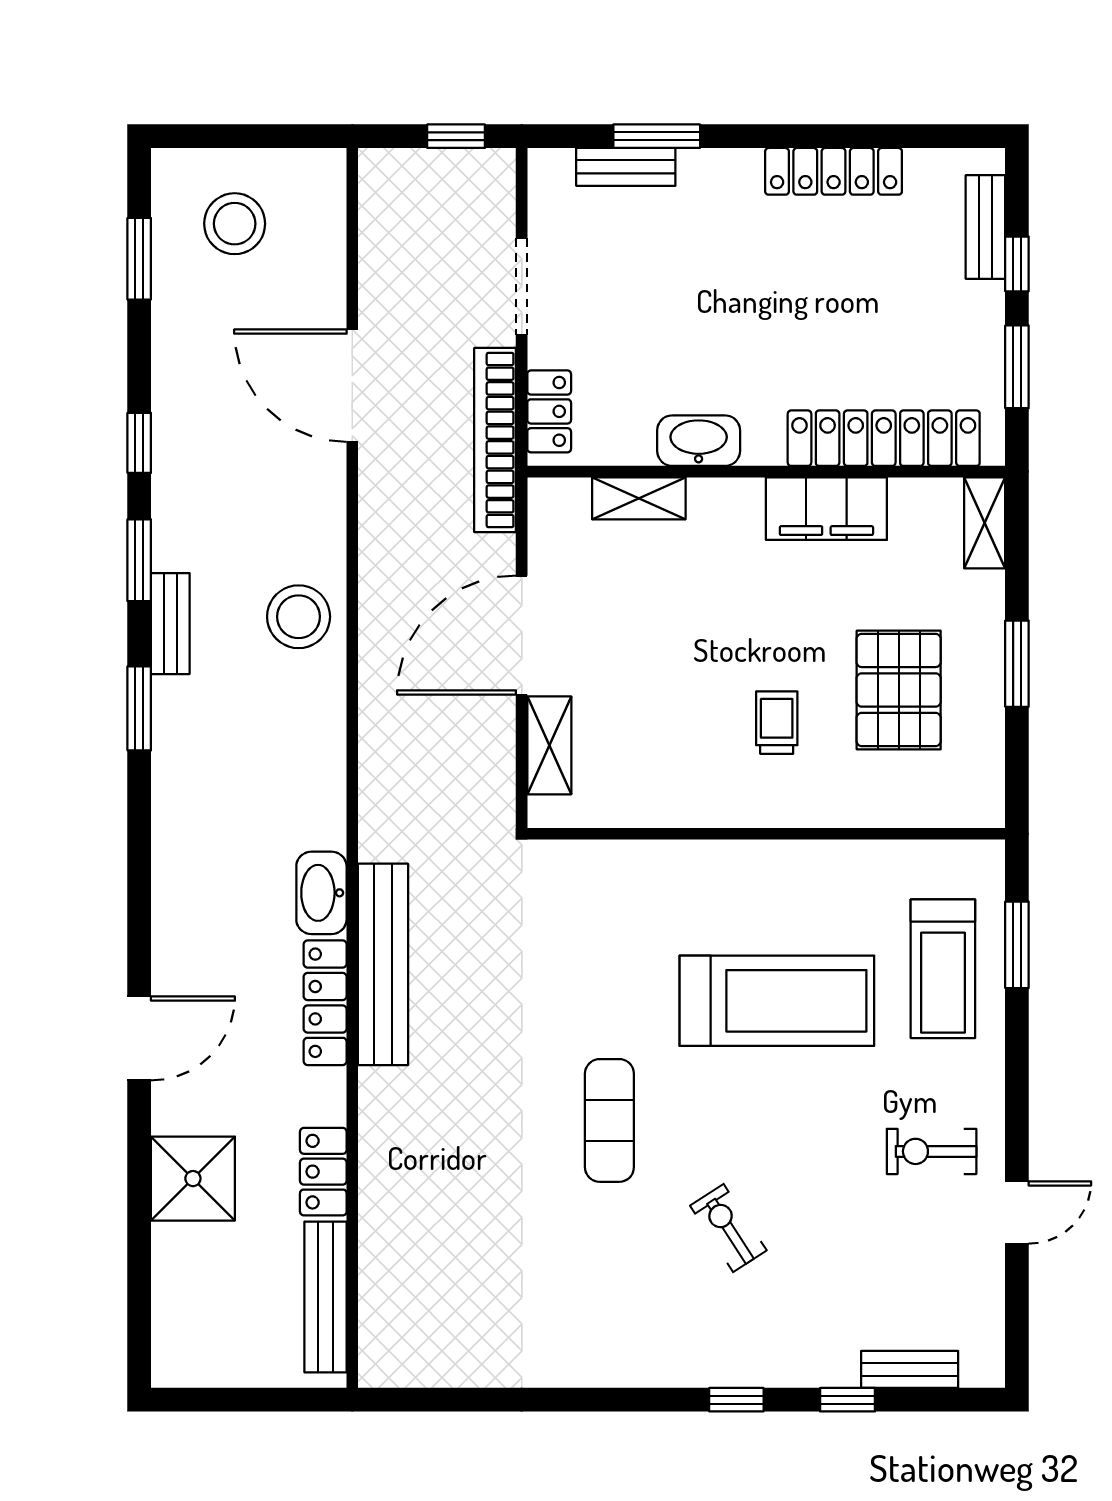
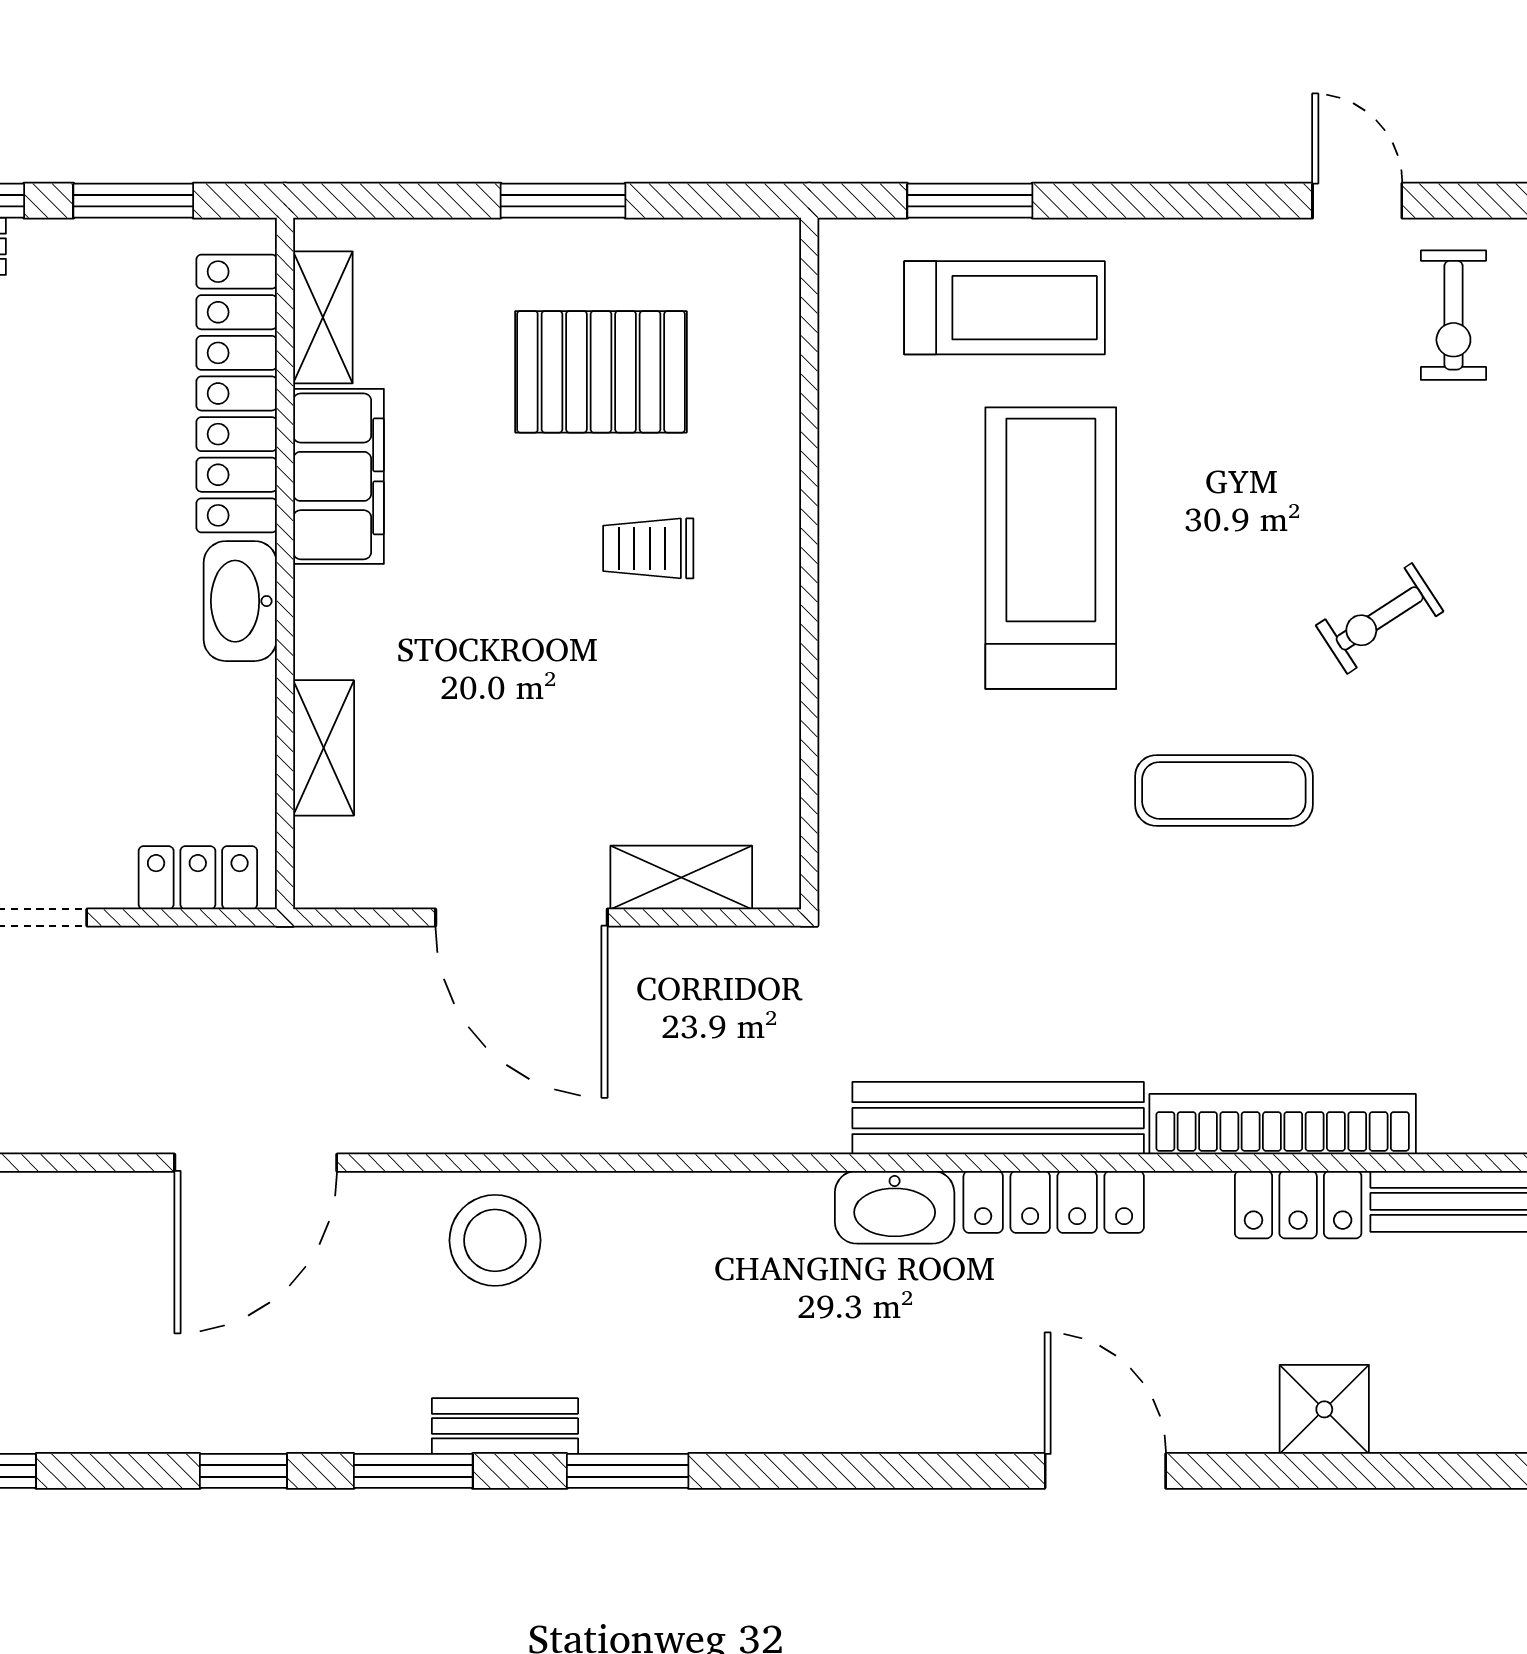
door: (352, 386) -> (256, 1163), moved
bookcase: (495, 440) -> (1283, 1124), moved, turned 180
washbasin: (699, 441) -> (240, 601), moved
shelving: (985, 523) -> (323, 317), moved, turned 90
exercise bike: (932, 1151) -> (1453, 315), moved
shower: (193, 1179) -> (1324, 1409), width x0.73, depth x0.73

